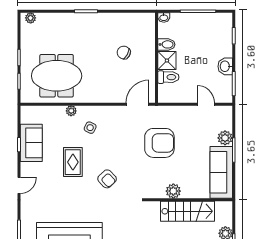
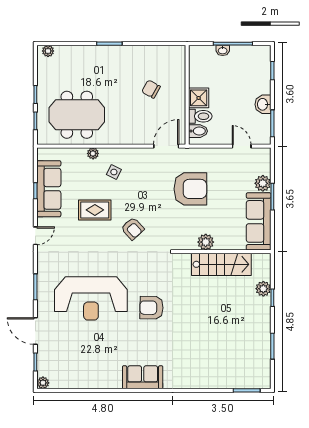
washbasin: (164, 17) -> (223, 50), moved
bidet: (166, 44) -> (198, 131), moved
sofa: (31, 143) -> (49, 189), width x1.36
rug: (73, 162) -> (95, 210), turned 90

